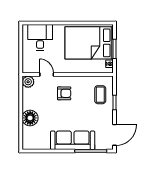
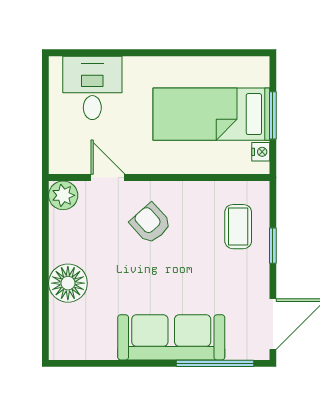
bed: (89, 43) -> (211, 114), width x0.67
armchair: (64, 93) -> (151, 223), turned -132

